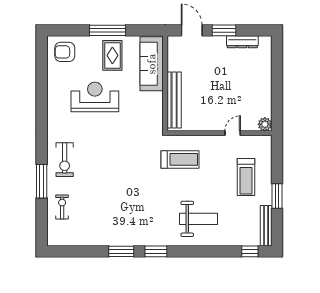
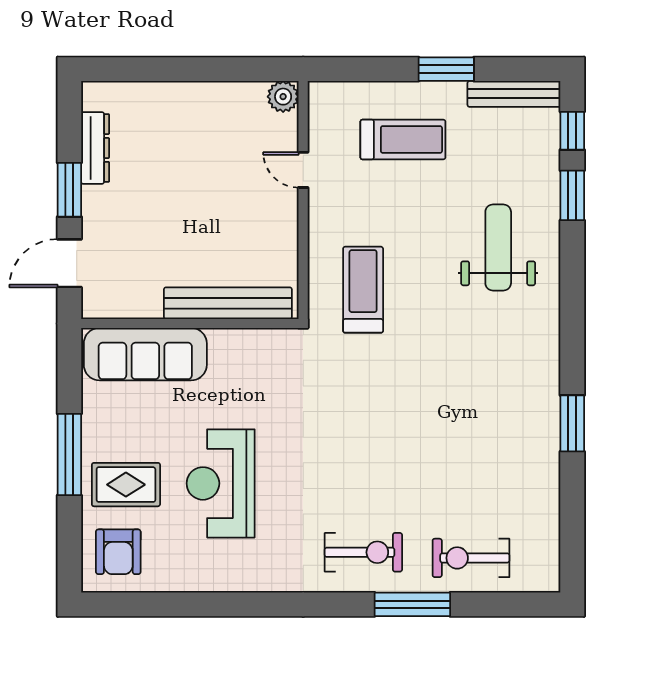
rug: (112, 55) -> (126, 485), moved
exercise bike: (62, 207) -> (471, 558), width x1.38, depth x1.39
window: (156, 251) -> (572, 195), moved

